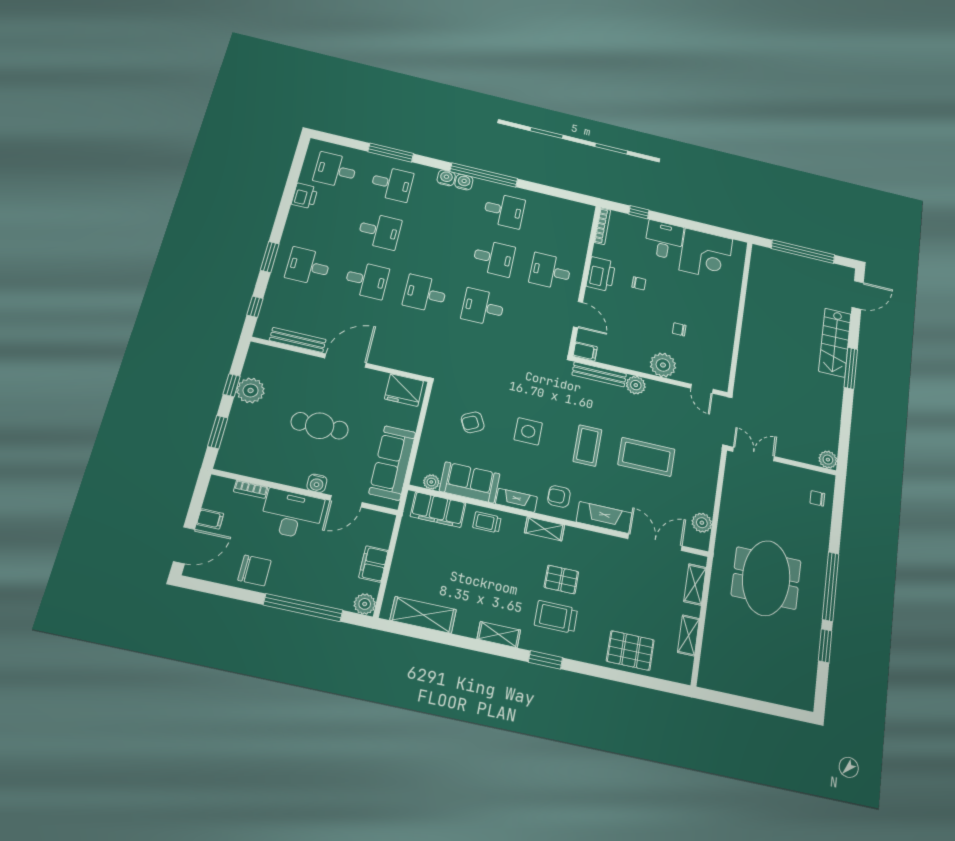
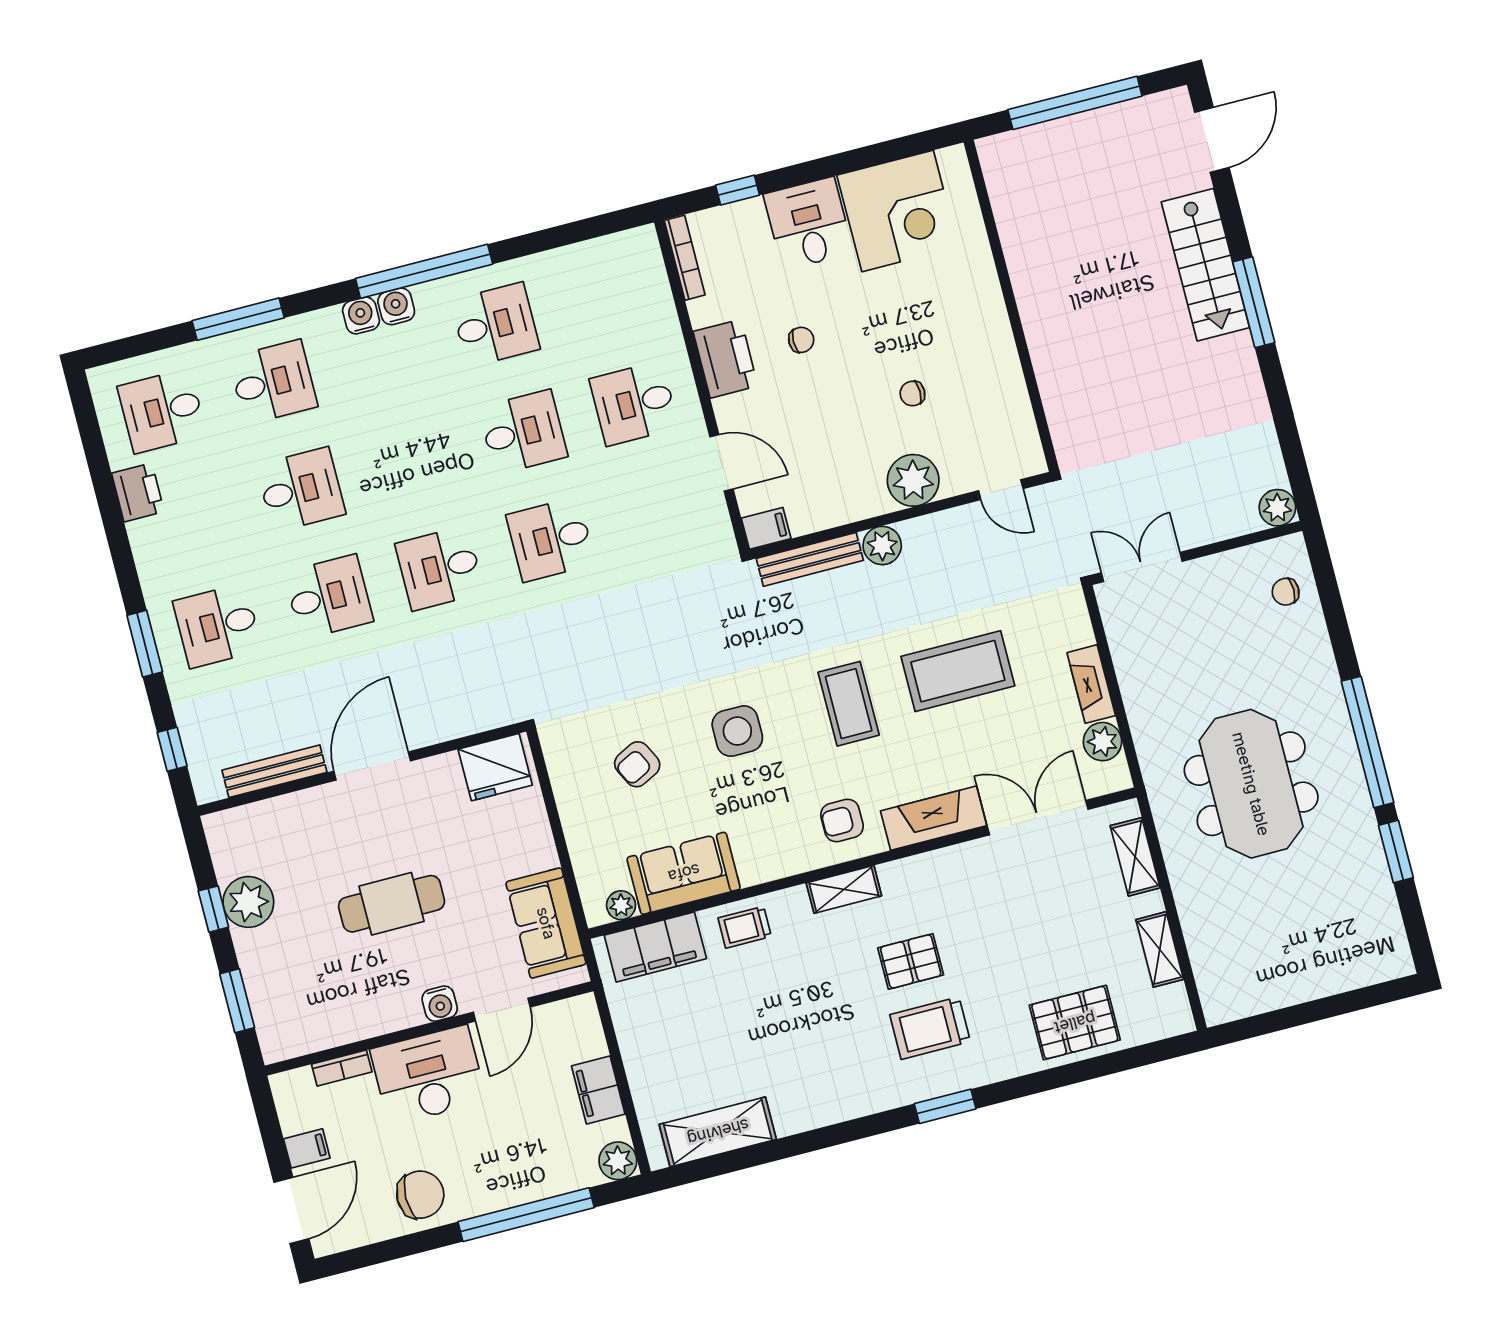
sofa: (392, 463) -> (546, 923), width x0.73
fireplace: (516, 500) -> (1091, 684), moved, turned -90
shelving: (499, 635) -> (852, 1103), removed

